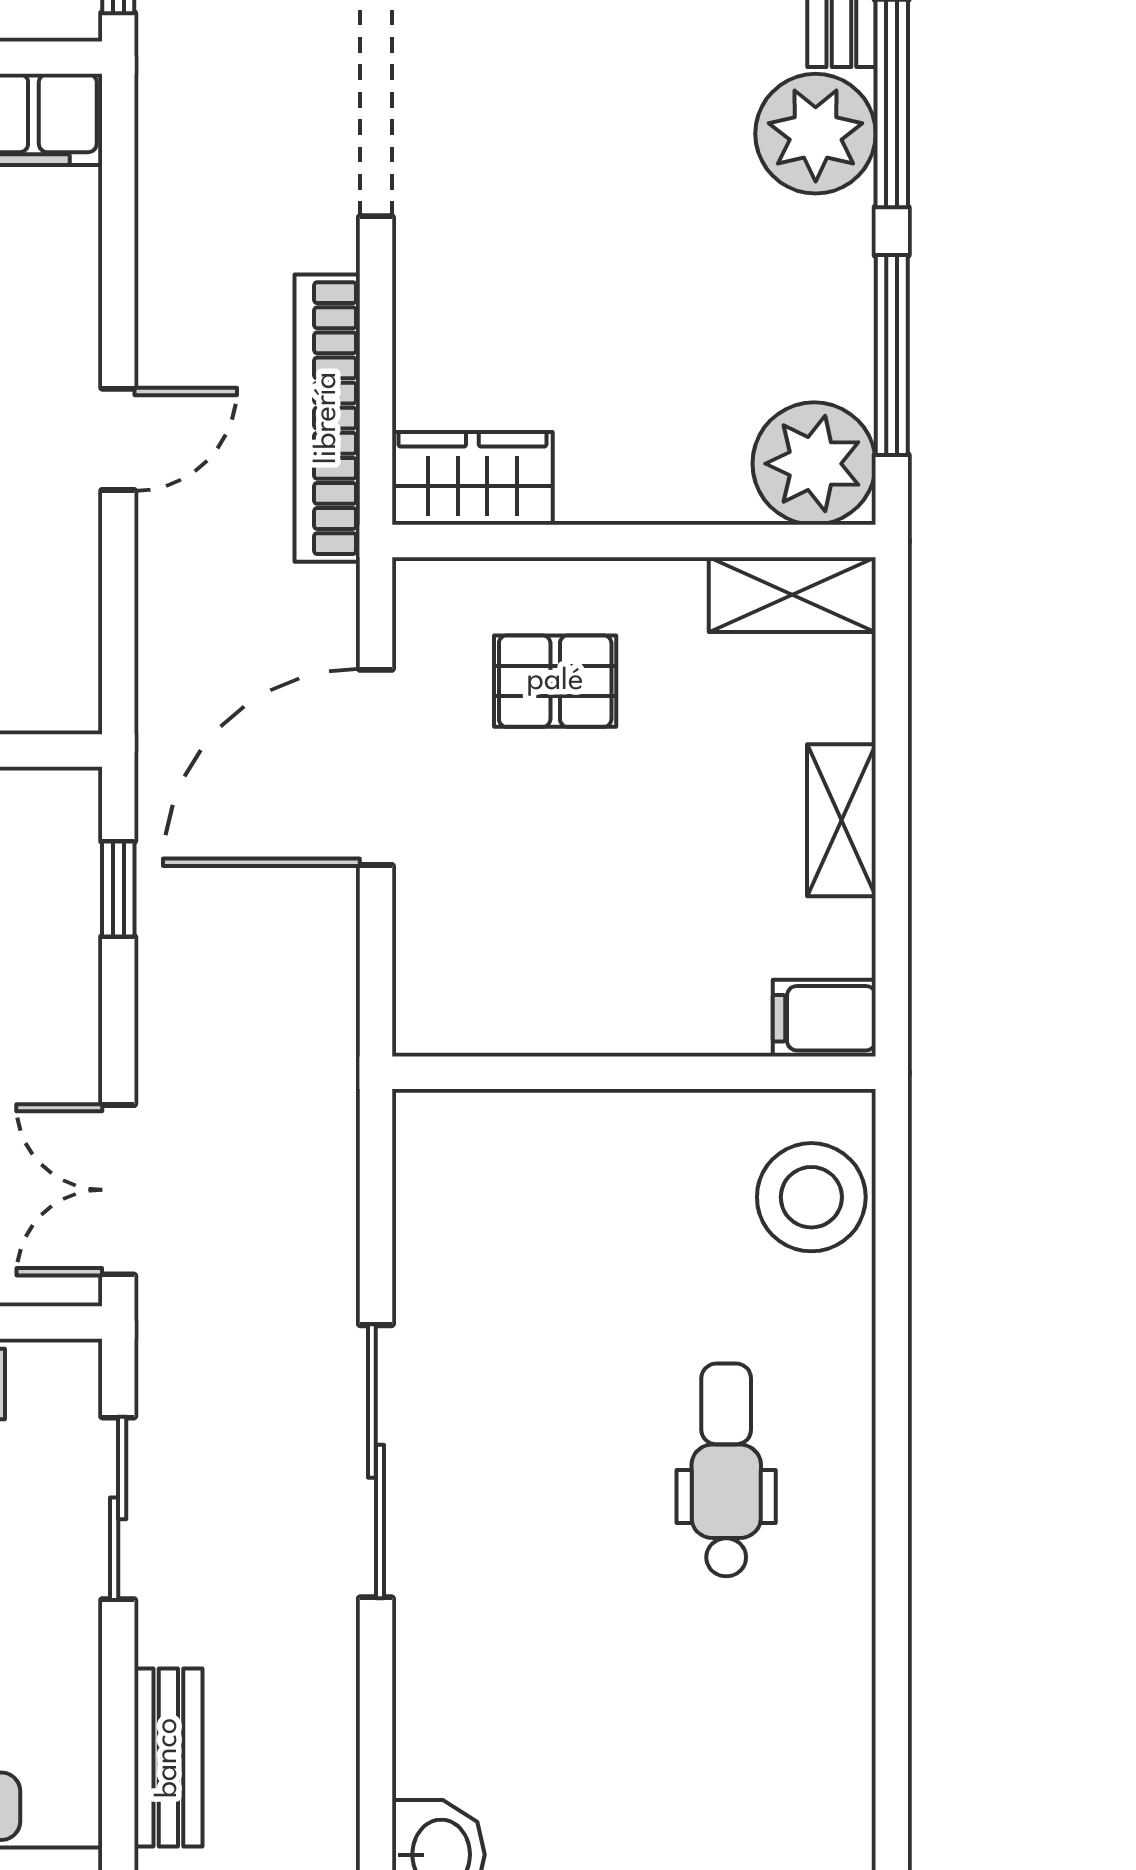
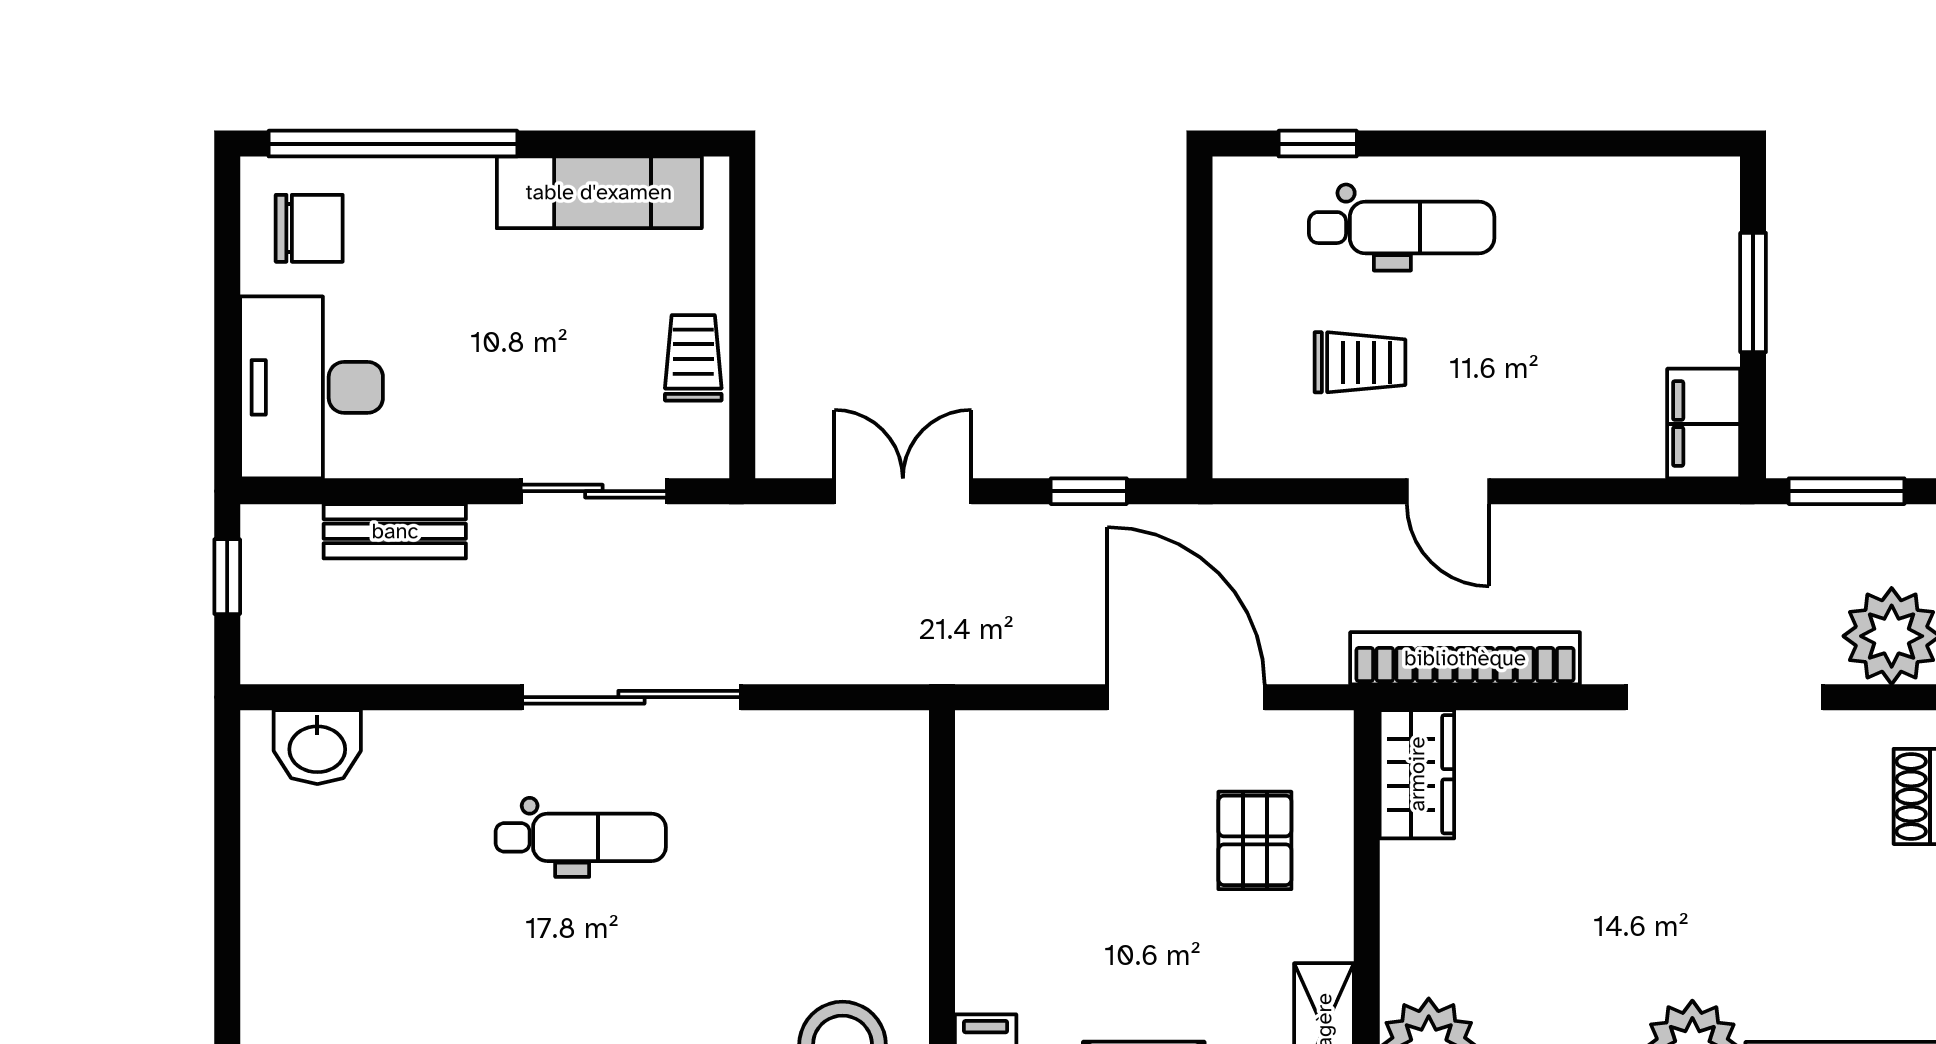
double door: (118, 1190) -> (903, 491), moved
dental chair: (726, 1470) -> (581, 837), moved

